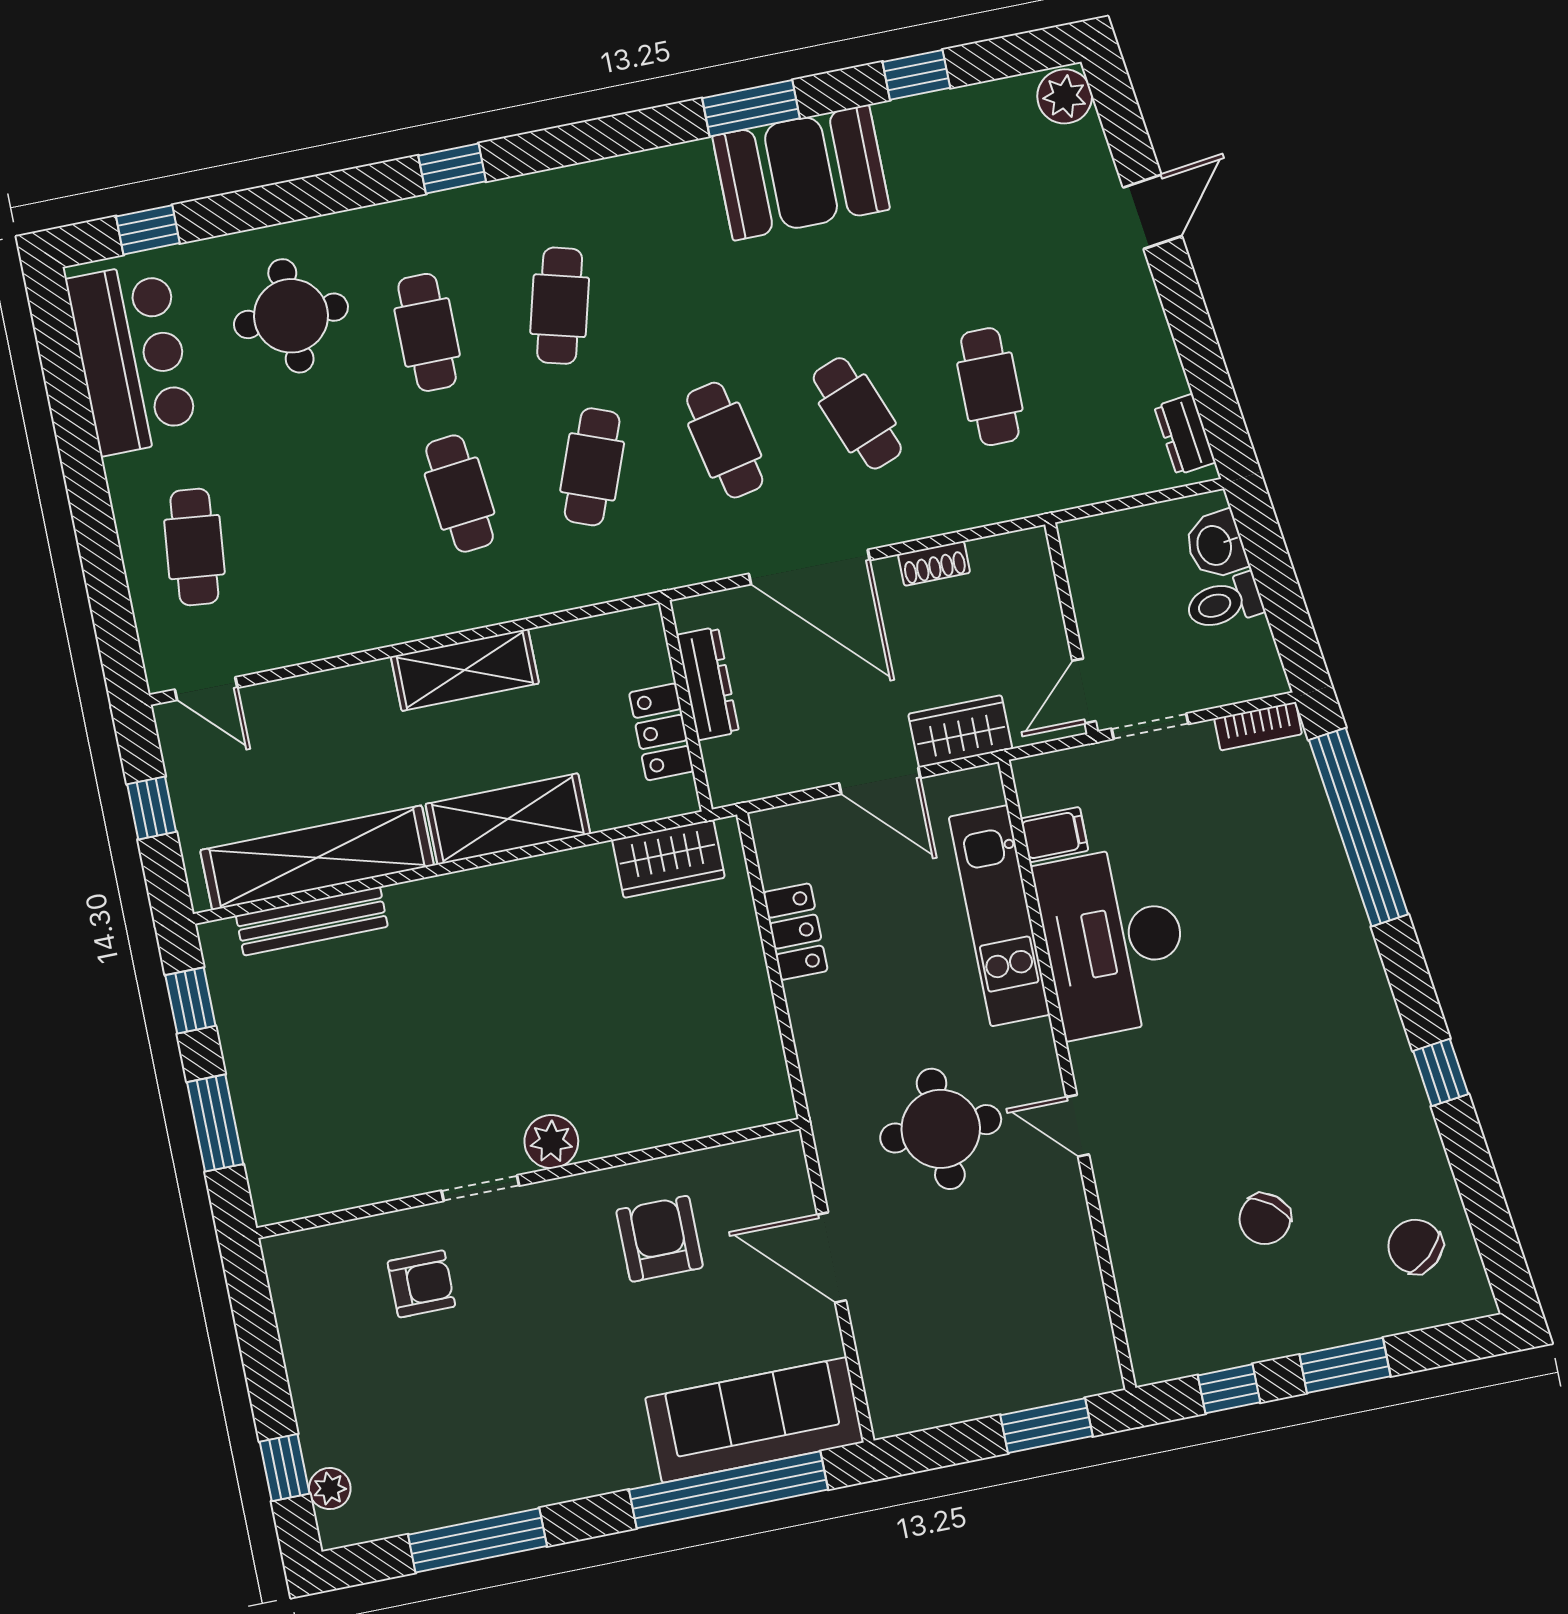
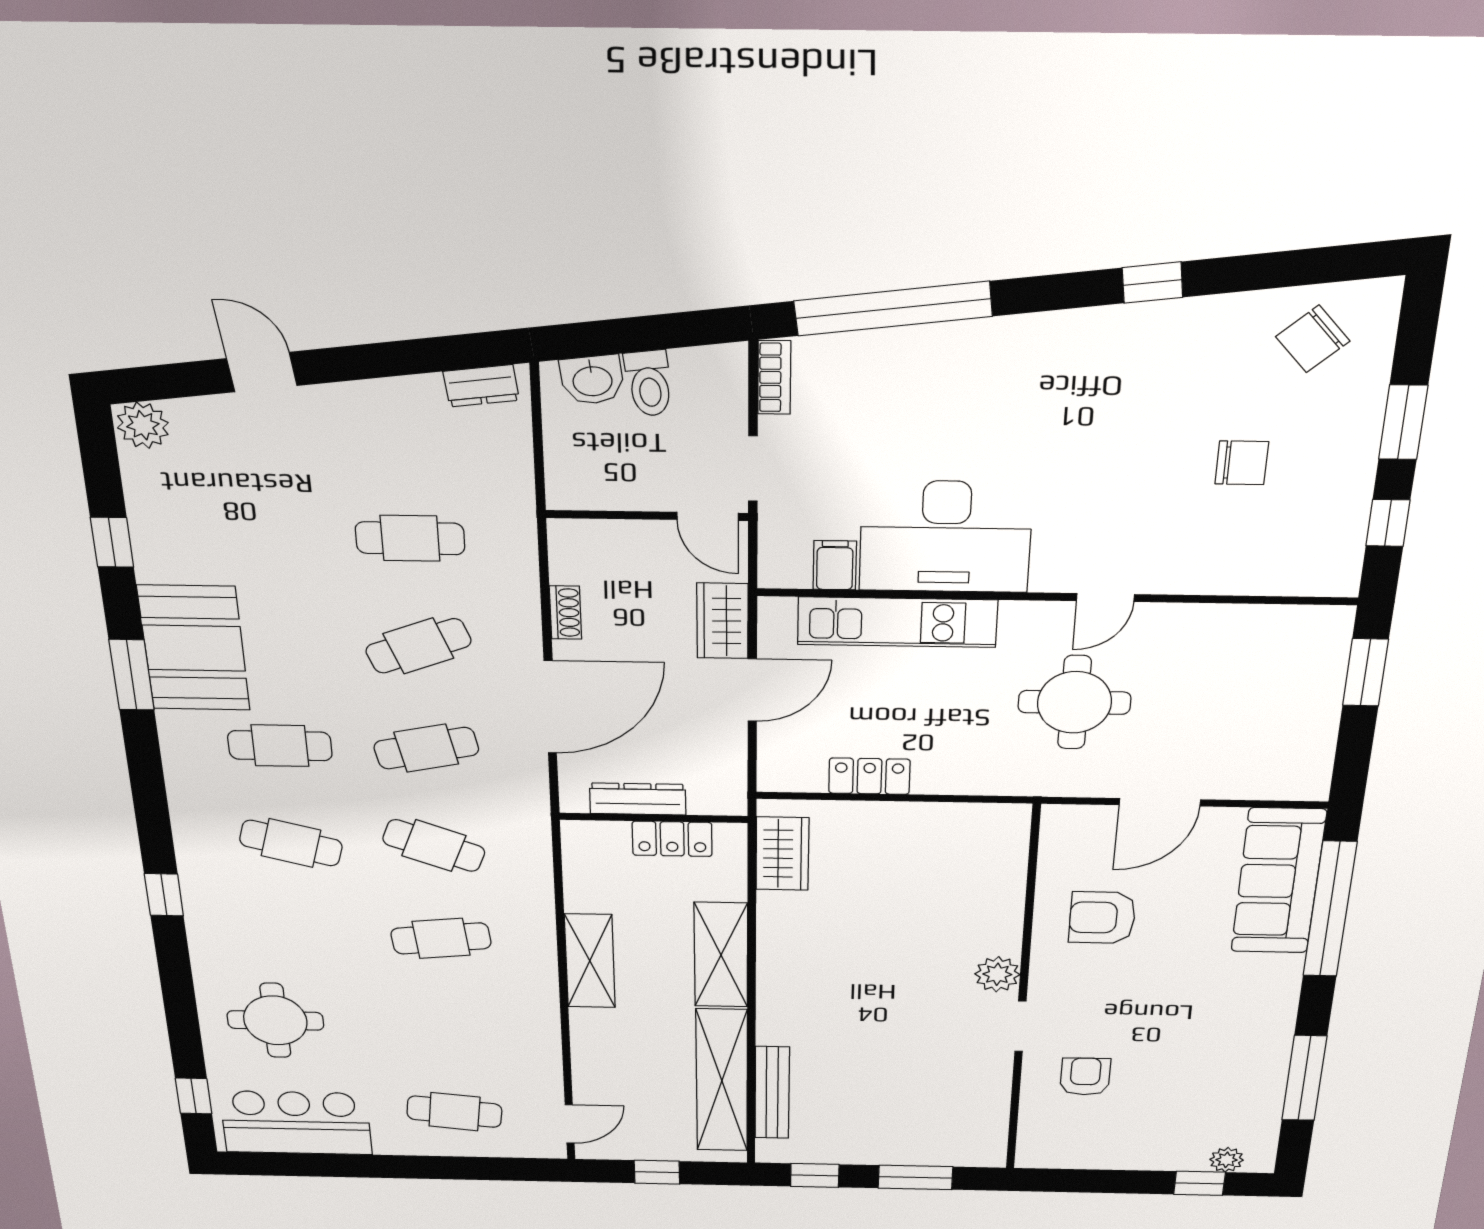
cafe table: (427, 332) -> (280, 746), moved
chair: (1265, 1219) -> (1242, 463), turned -39

